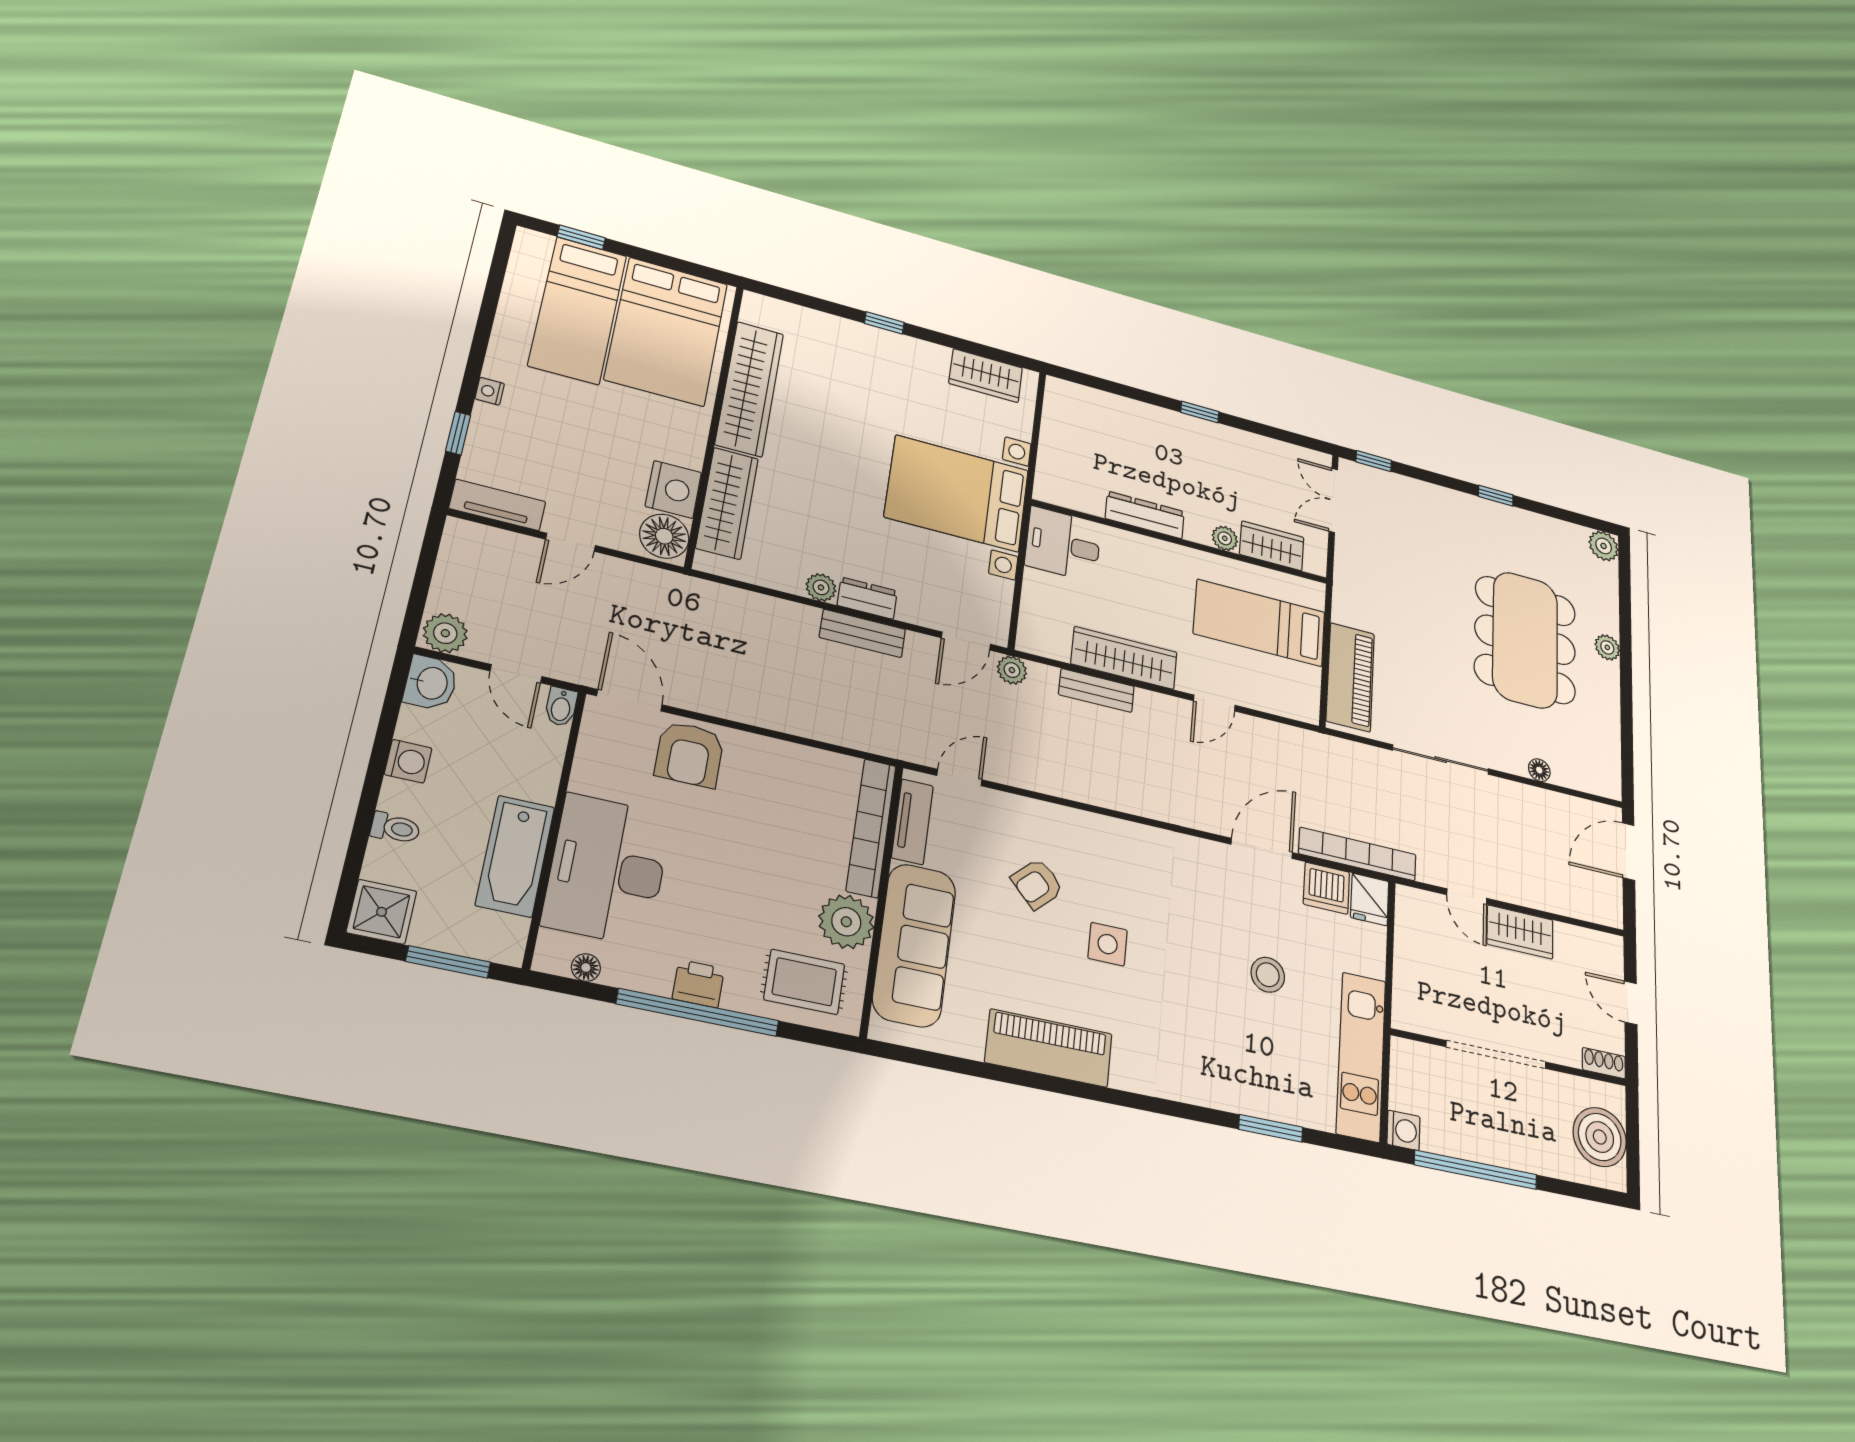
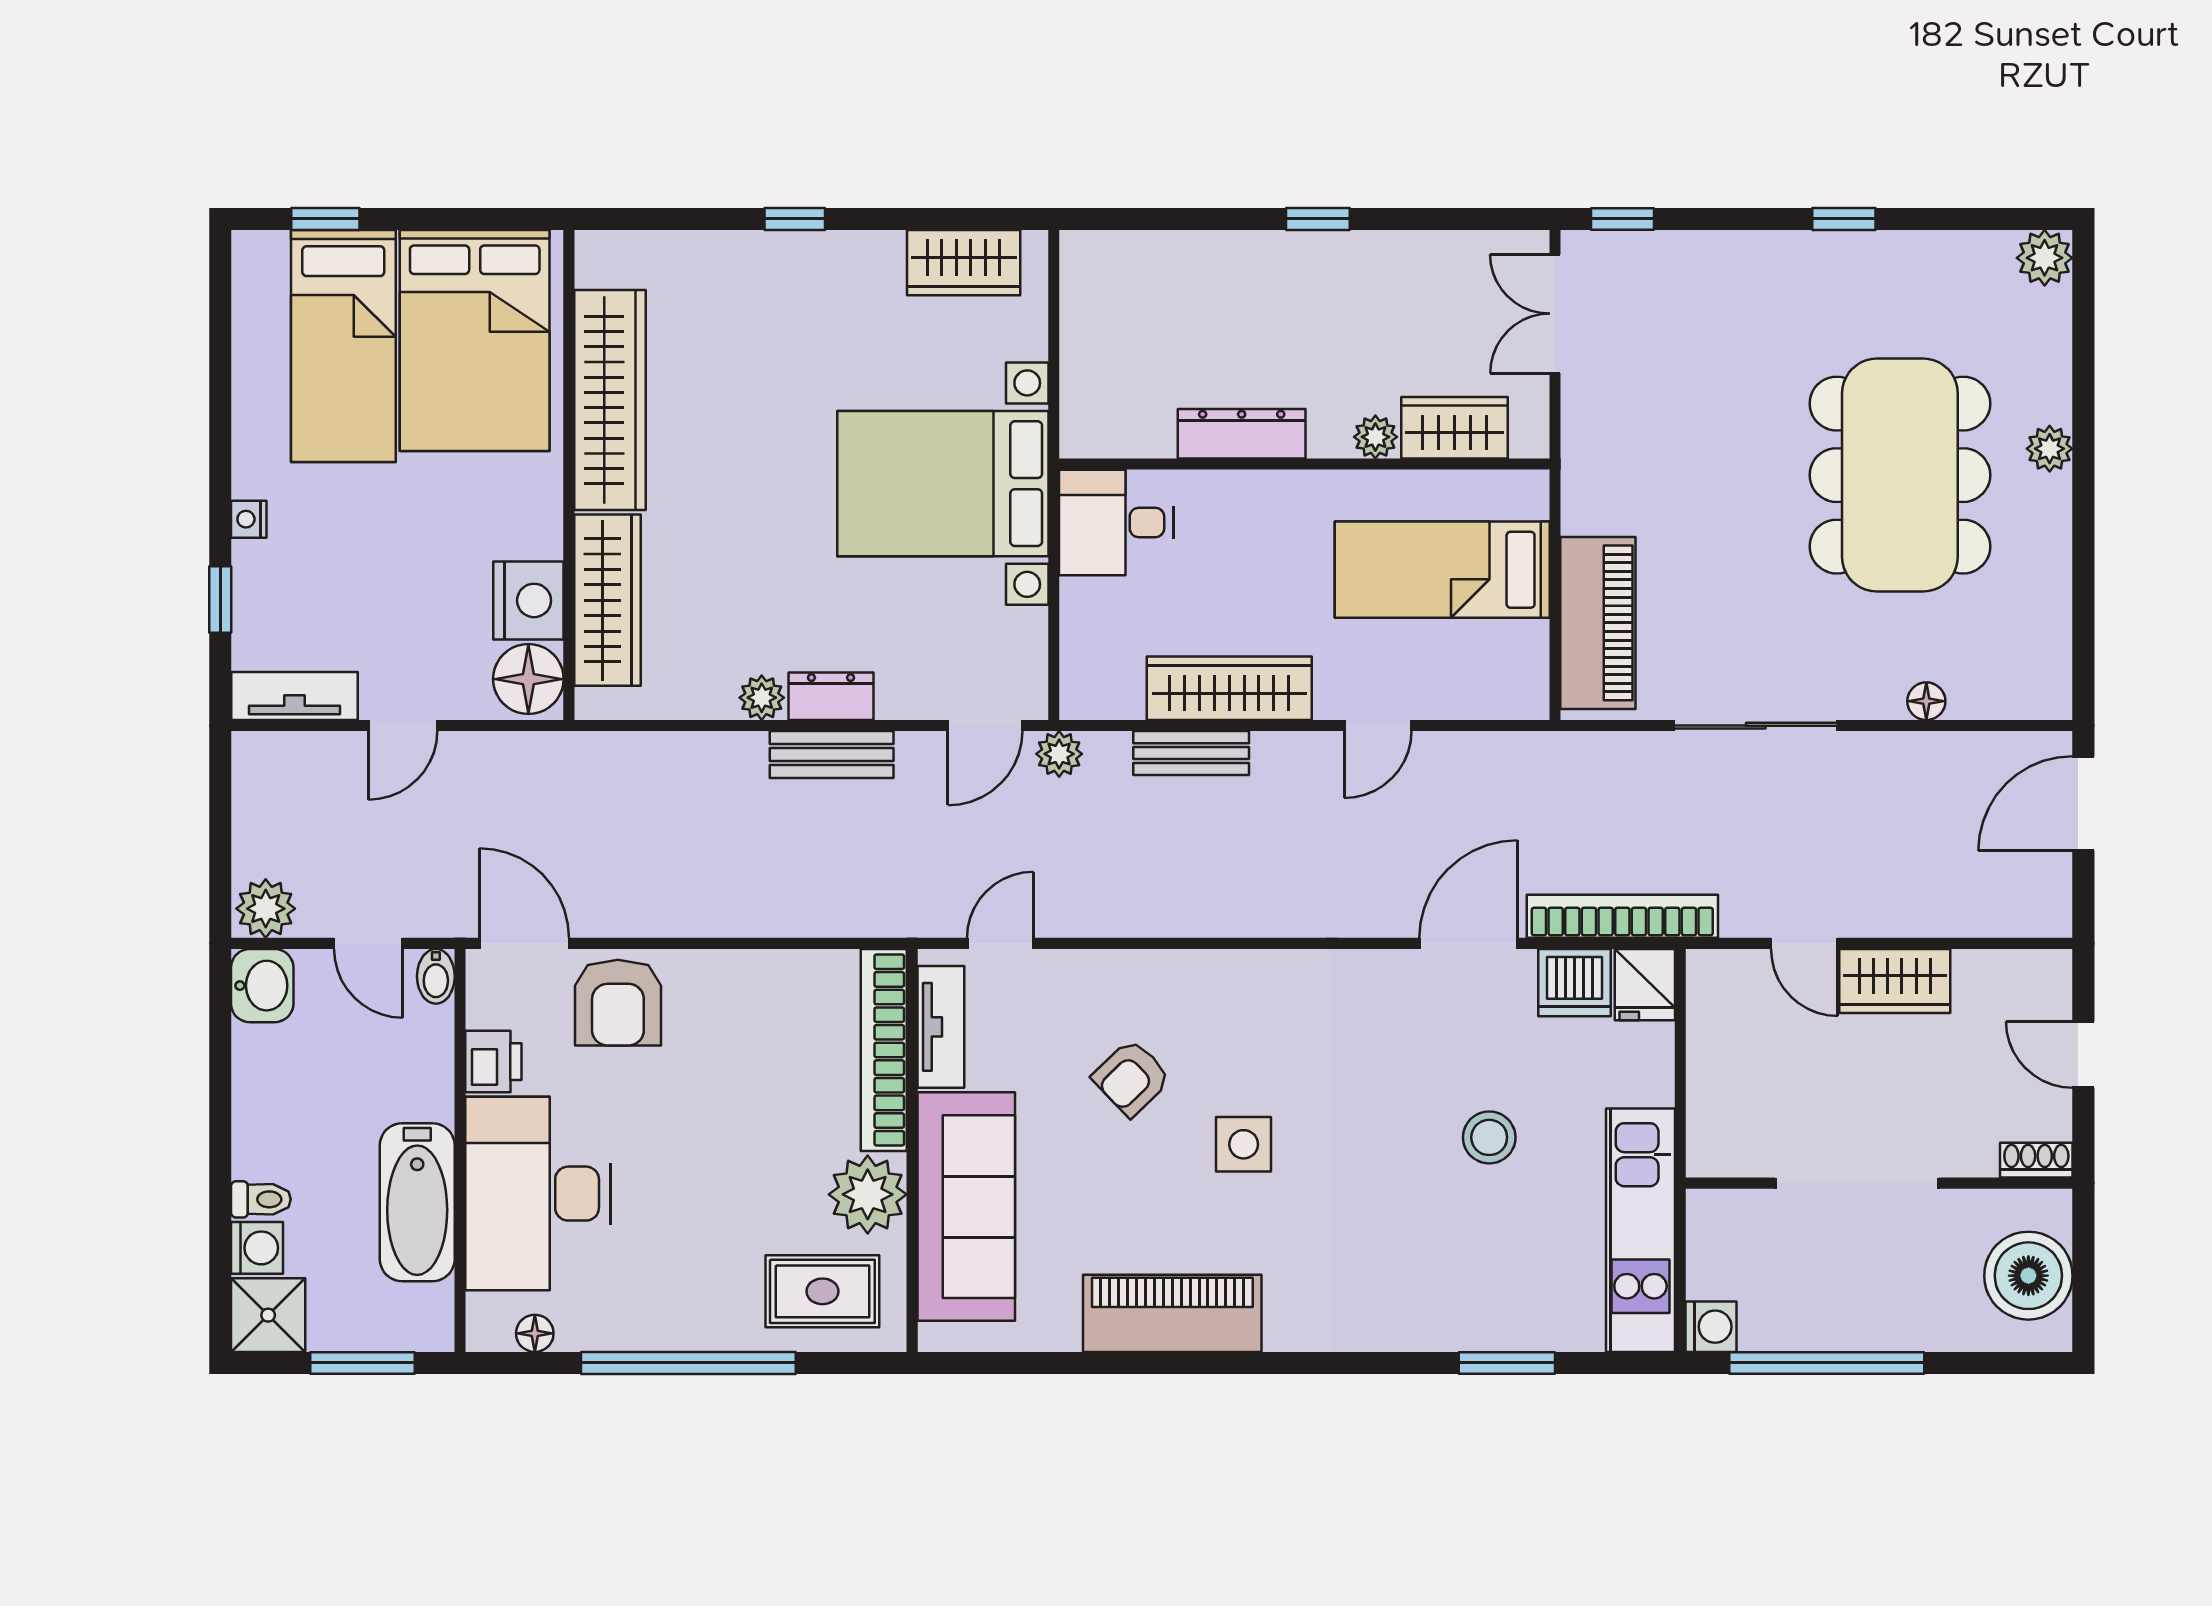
washing machine: (408, 761) -> (257, 1248), moved
printer: (698, 984) -> (493, 1062), moved, turned 90

